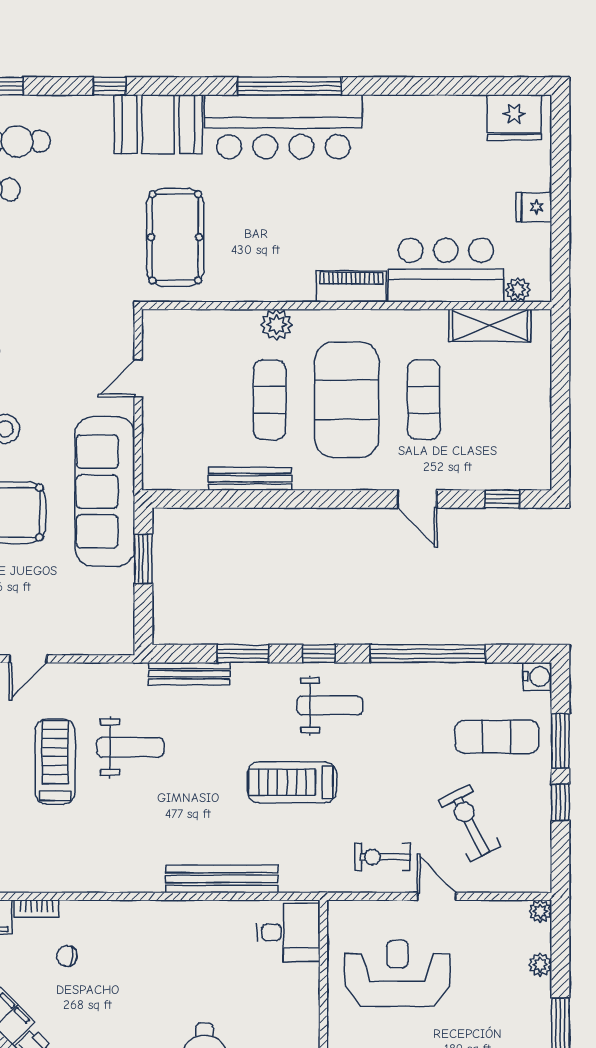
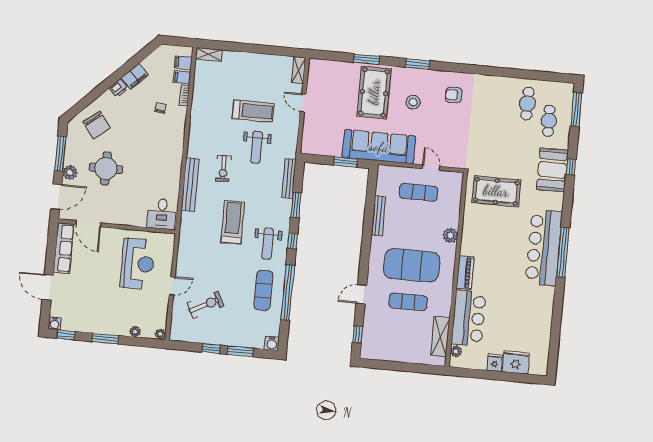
fridge: (514, 118) -> (516, 362), moved, turned 90
booth: (158, 124) -> (552, 170), moved
exercise mat: (270, 400) -> (419, 192), moved
exercise mat: (497, 737) -> (263, 290), moved
exercise bike: (382, 857) -> (223, 168), moved, turned 180

